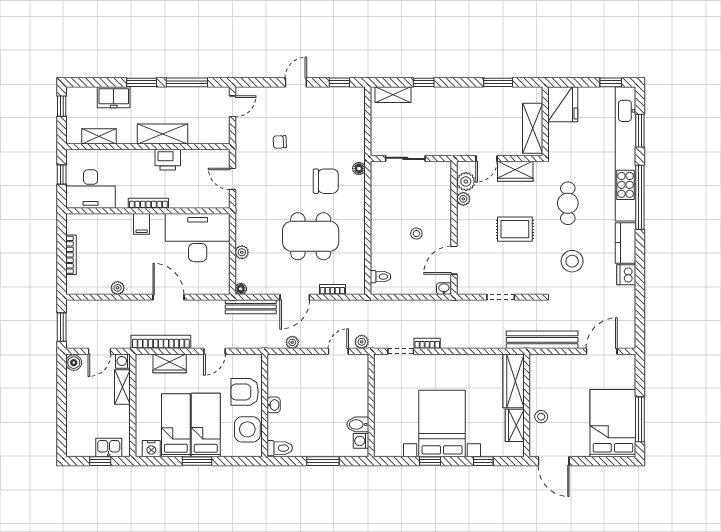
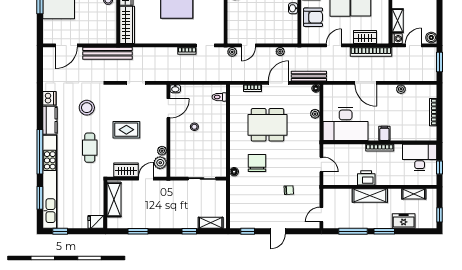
fridge: (563, 104) -> (96, 222), width x0.53, depth x0.75
chair: (326, 181) -> (257, 163), turned 90

